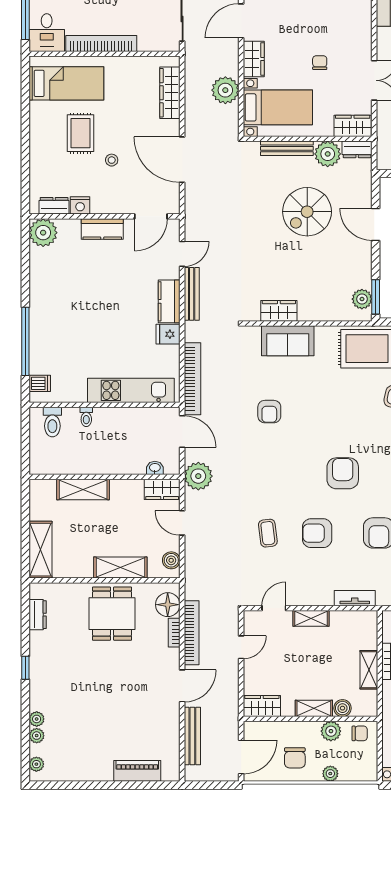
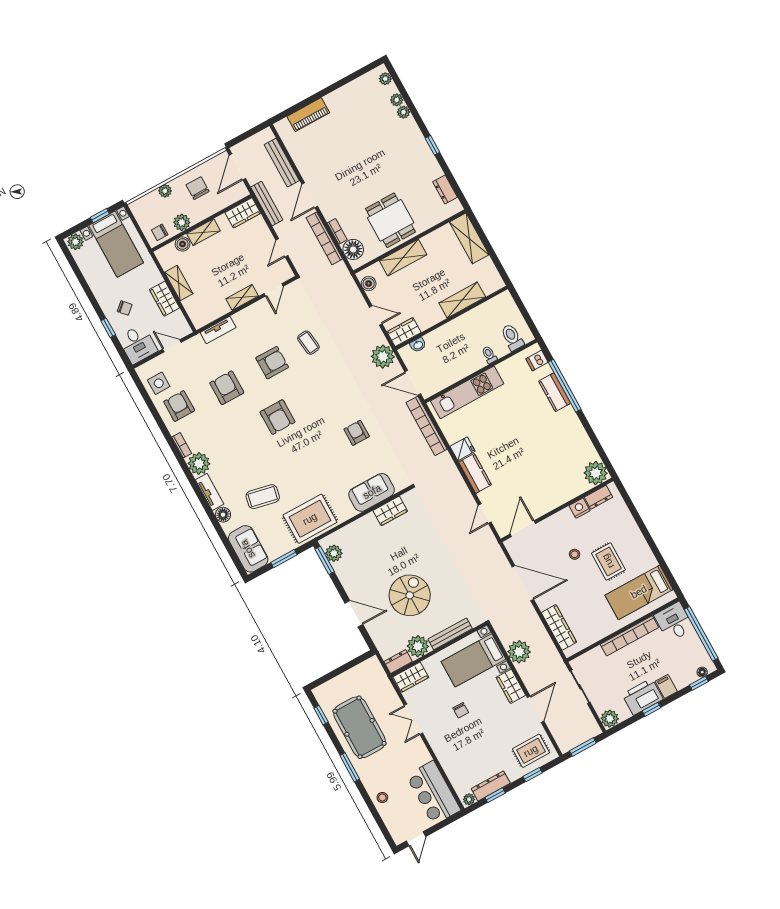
kitchen counter: (102, 229) -> (555, 392), moved, turned -90
bench: (192, 294) -> (267, 204), moved

